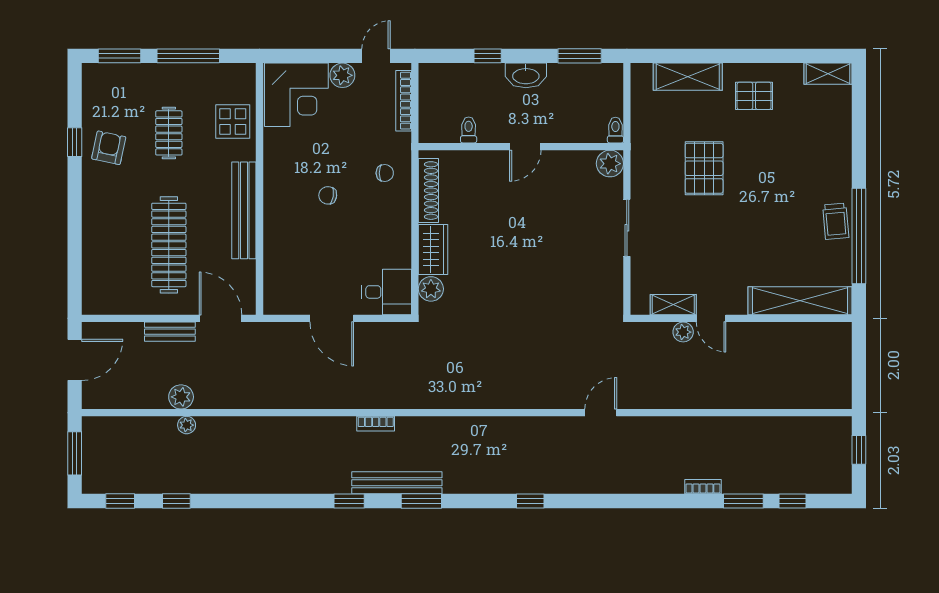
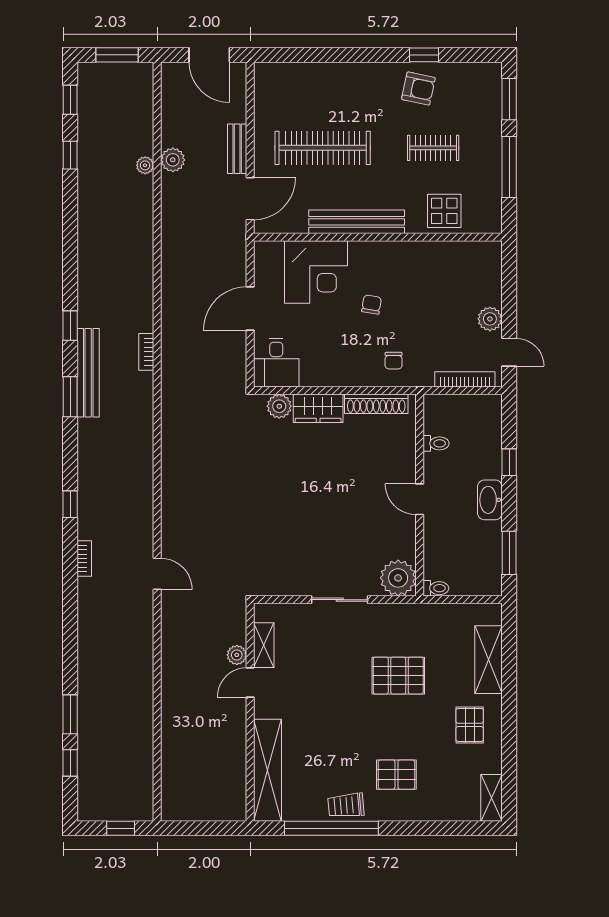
corner desk: (296, 95) -> (316, 272), moved, turned -90
plant: (610, 164) -> (398, 578), width x1.36, depth x1.36
pallet: (804, 170) -> (396, 775), added
bookcase: (703, 487) -> (84, 559), moved

